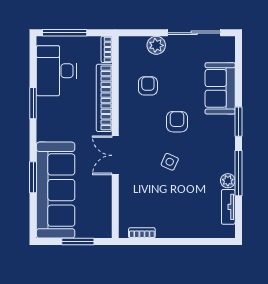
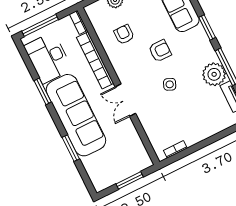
armchair: (177, 122) -> (160, 51), turned 90
plant: (228, 181) -> (214, 74), width x1.88, depth x1.88
sofa: (56, 190) -> (76, 115), moved

